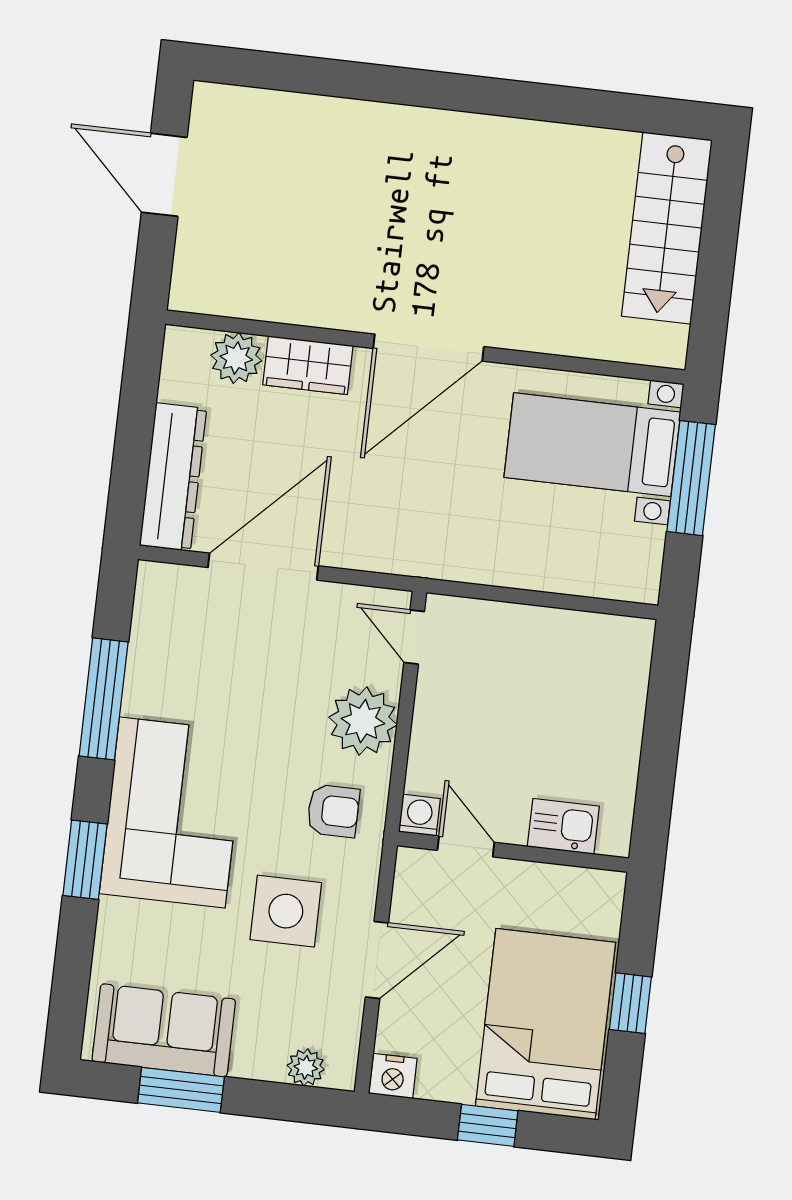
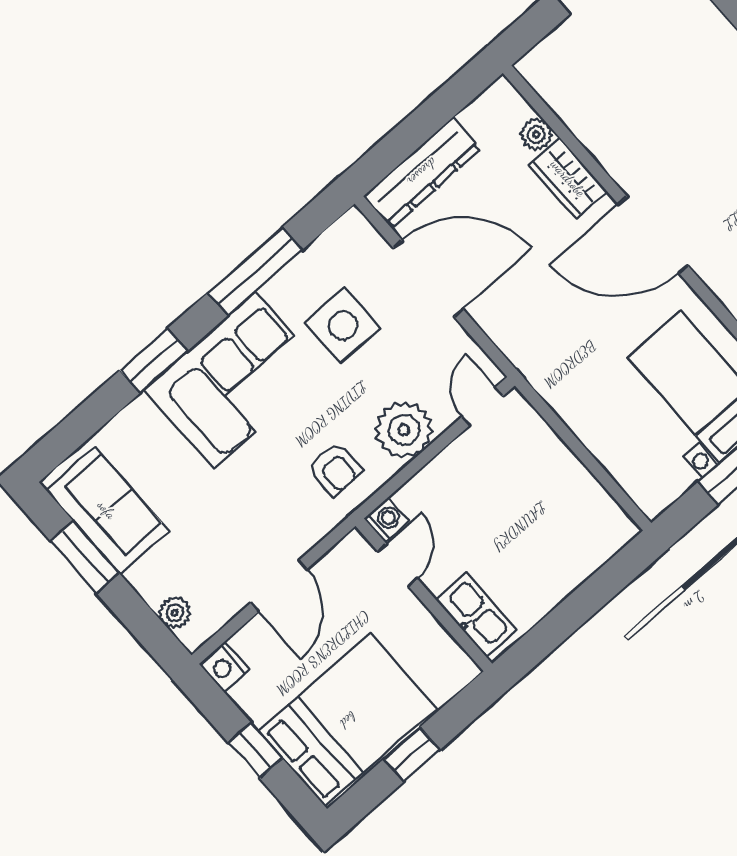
plant: (236, 358) -> (536, 134), width x0.73, depth x0.73
kitchen sink: (563, 826) -> (476, 615), width x1.38
side table: (286, 911) -> (343, 326), moved
door: (377, 960) -> (279, 586), hinge flipped

